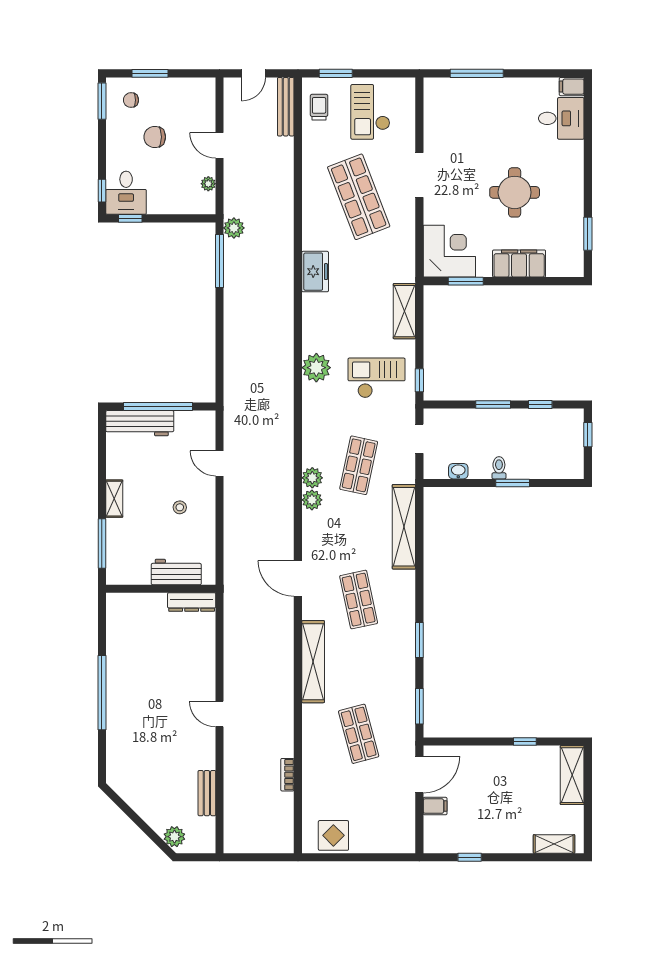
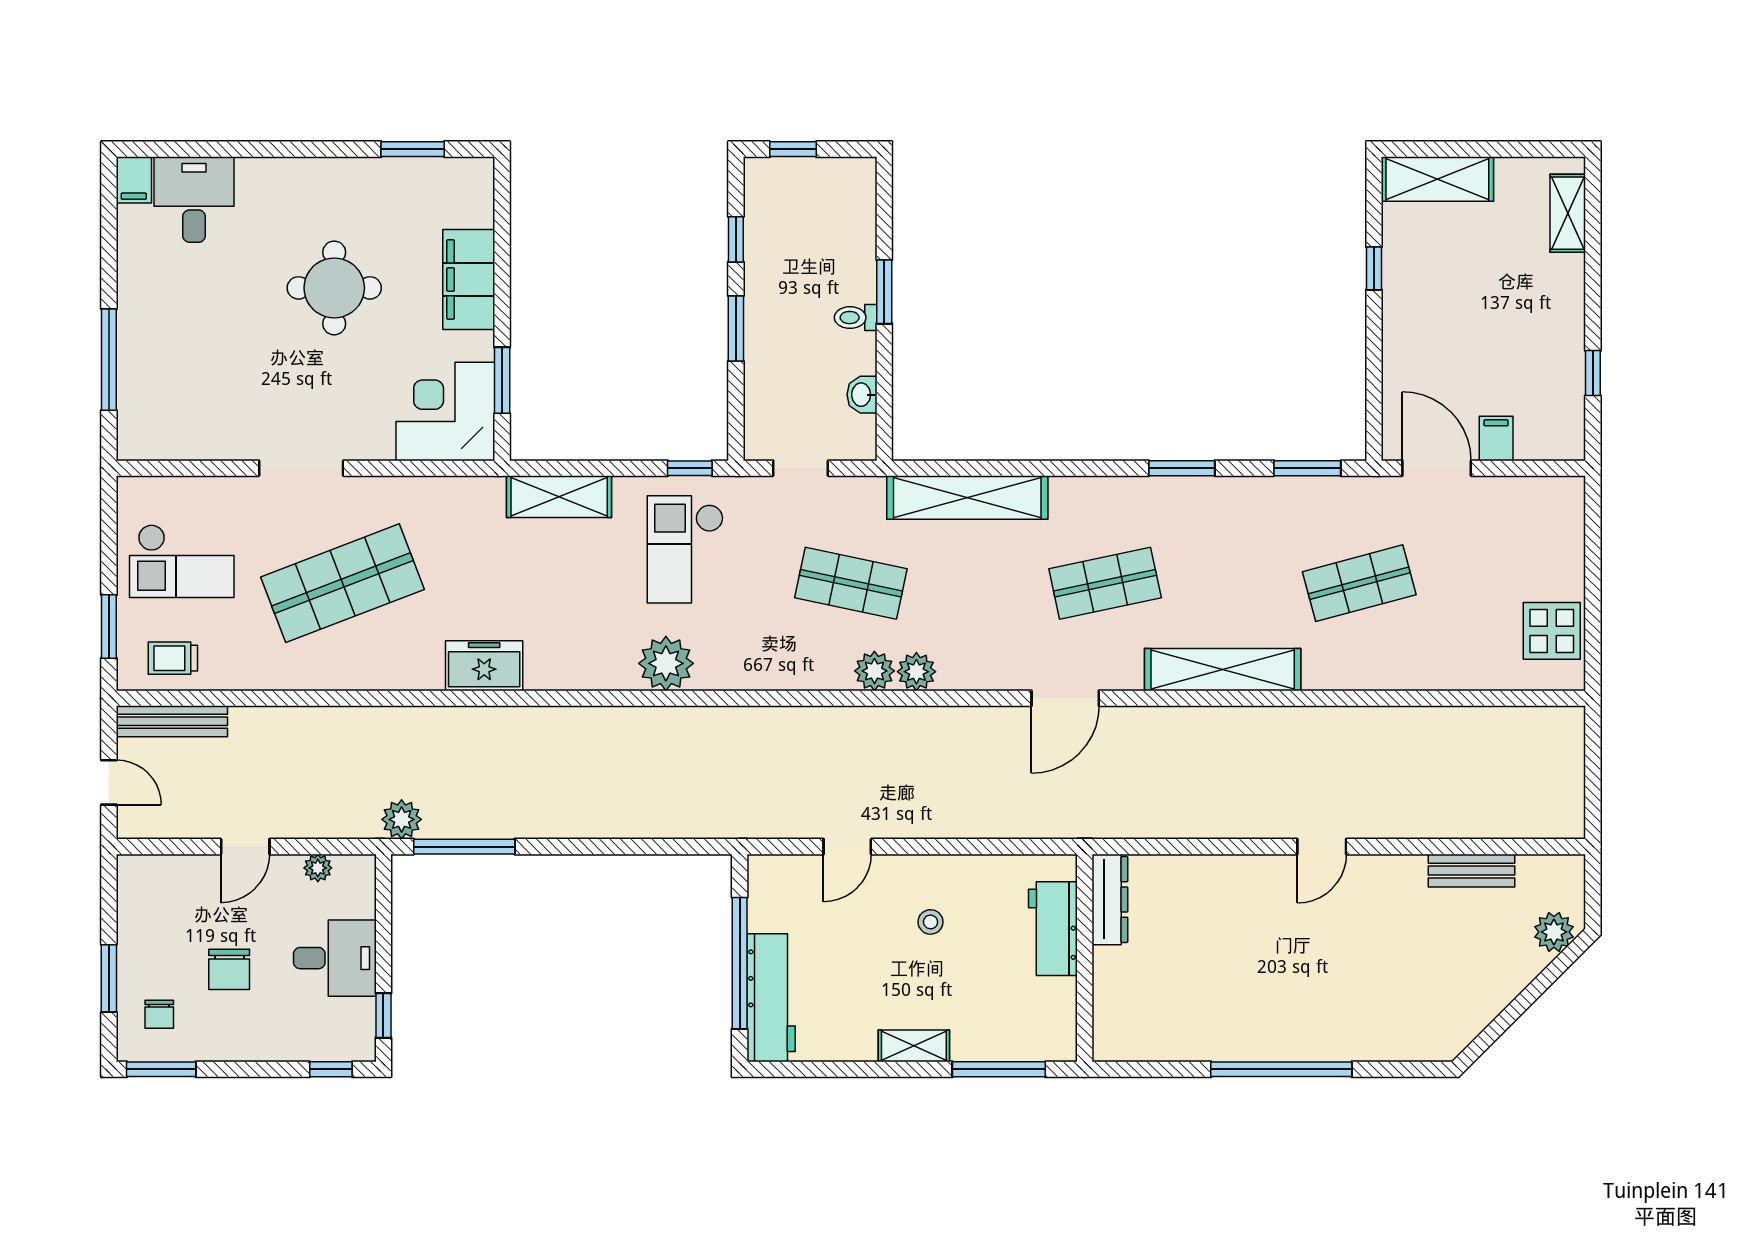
desk: (126, 193) -> (335, 958), moved
bookcase: (287, 775) -> (1437, 718), removed

